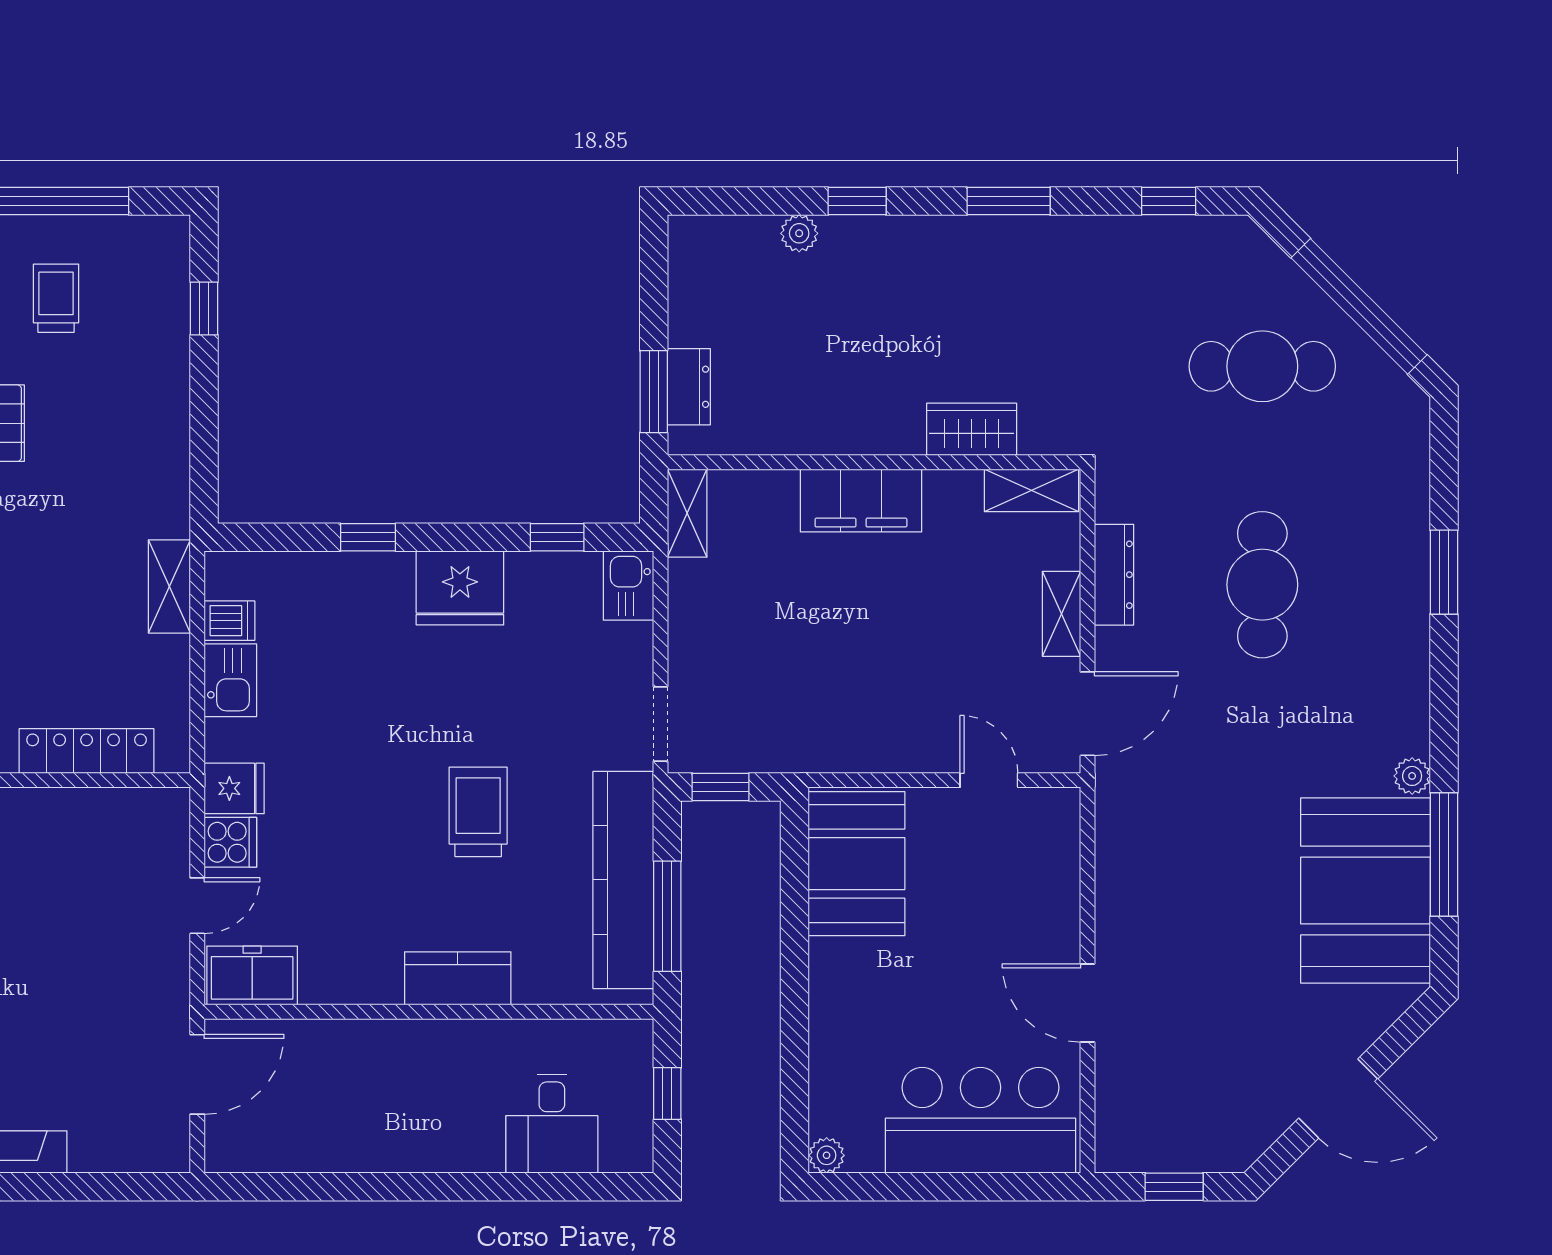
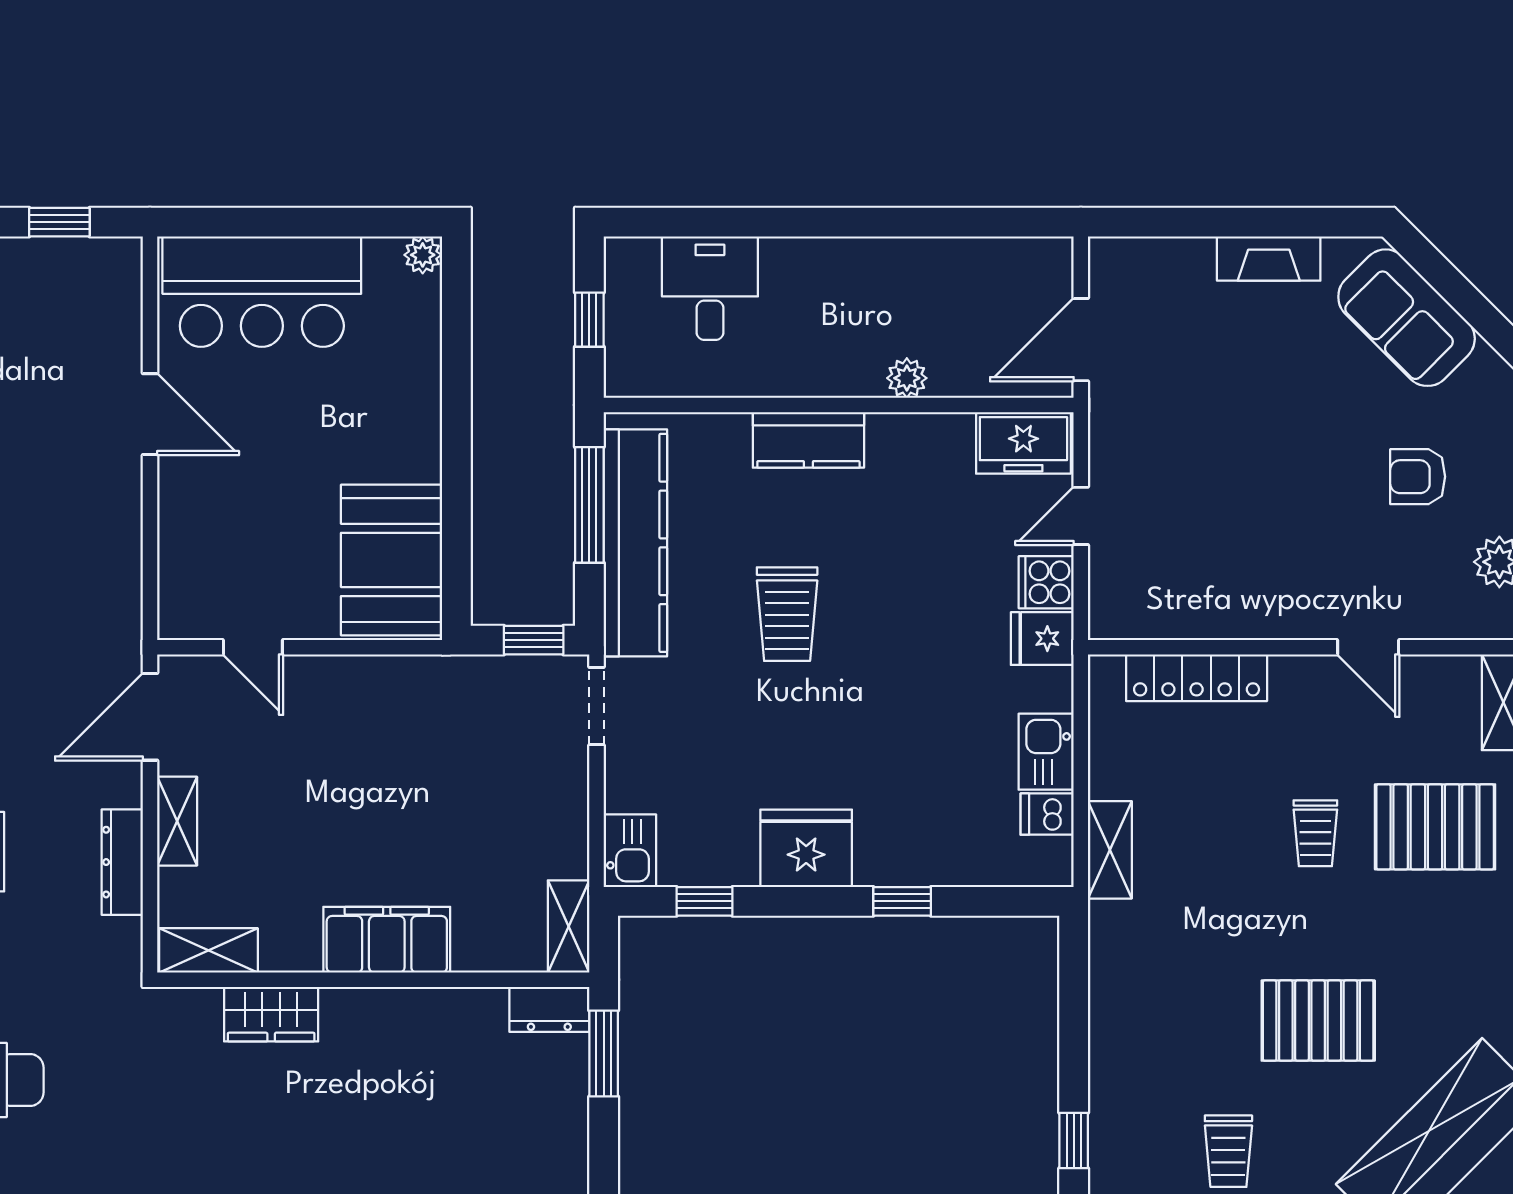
dresser: (689, 387) -> (549, 1009), moved, turned -90
plant: (364, 1038) -> (907, 378), added

